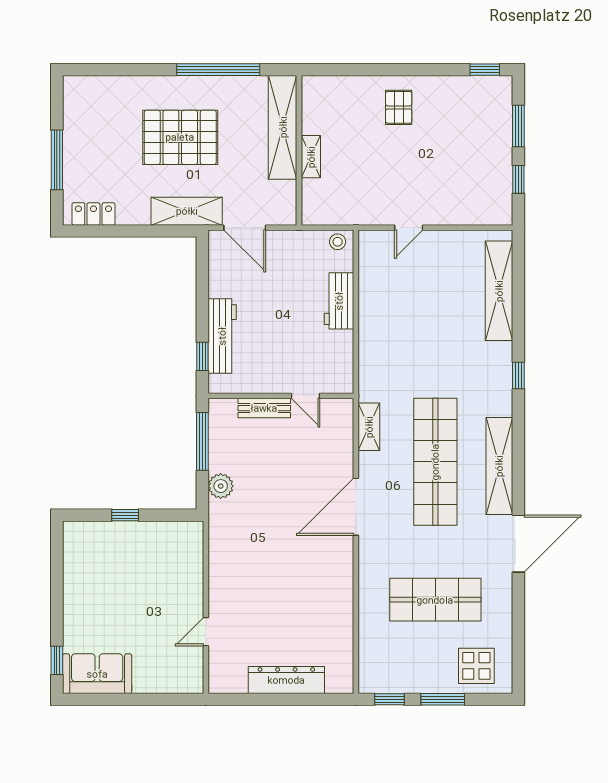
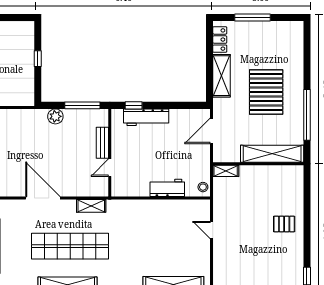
shelving: (311, 157) -> (226, 171), moved
shelving: (187, 211) -> (221, 76), moved

